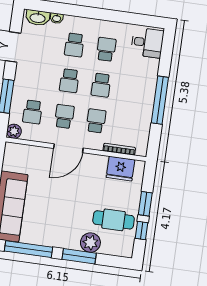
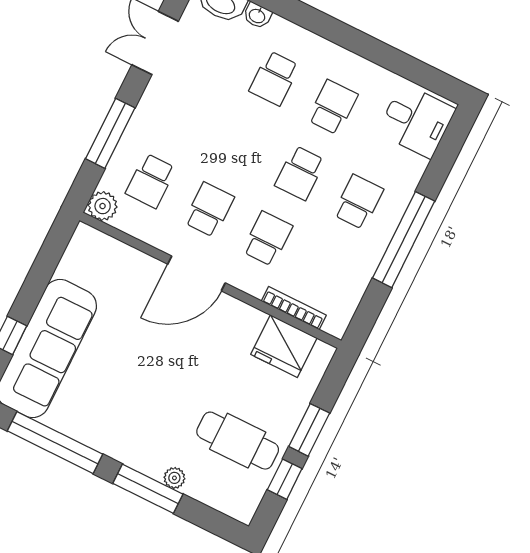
school desk: (69, 81) -> (358, 202), moved, turned 180
plant: (90, 243) -> (174, 478), width x0.53, depth x0.53

